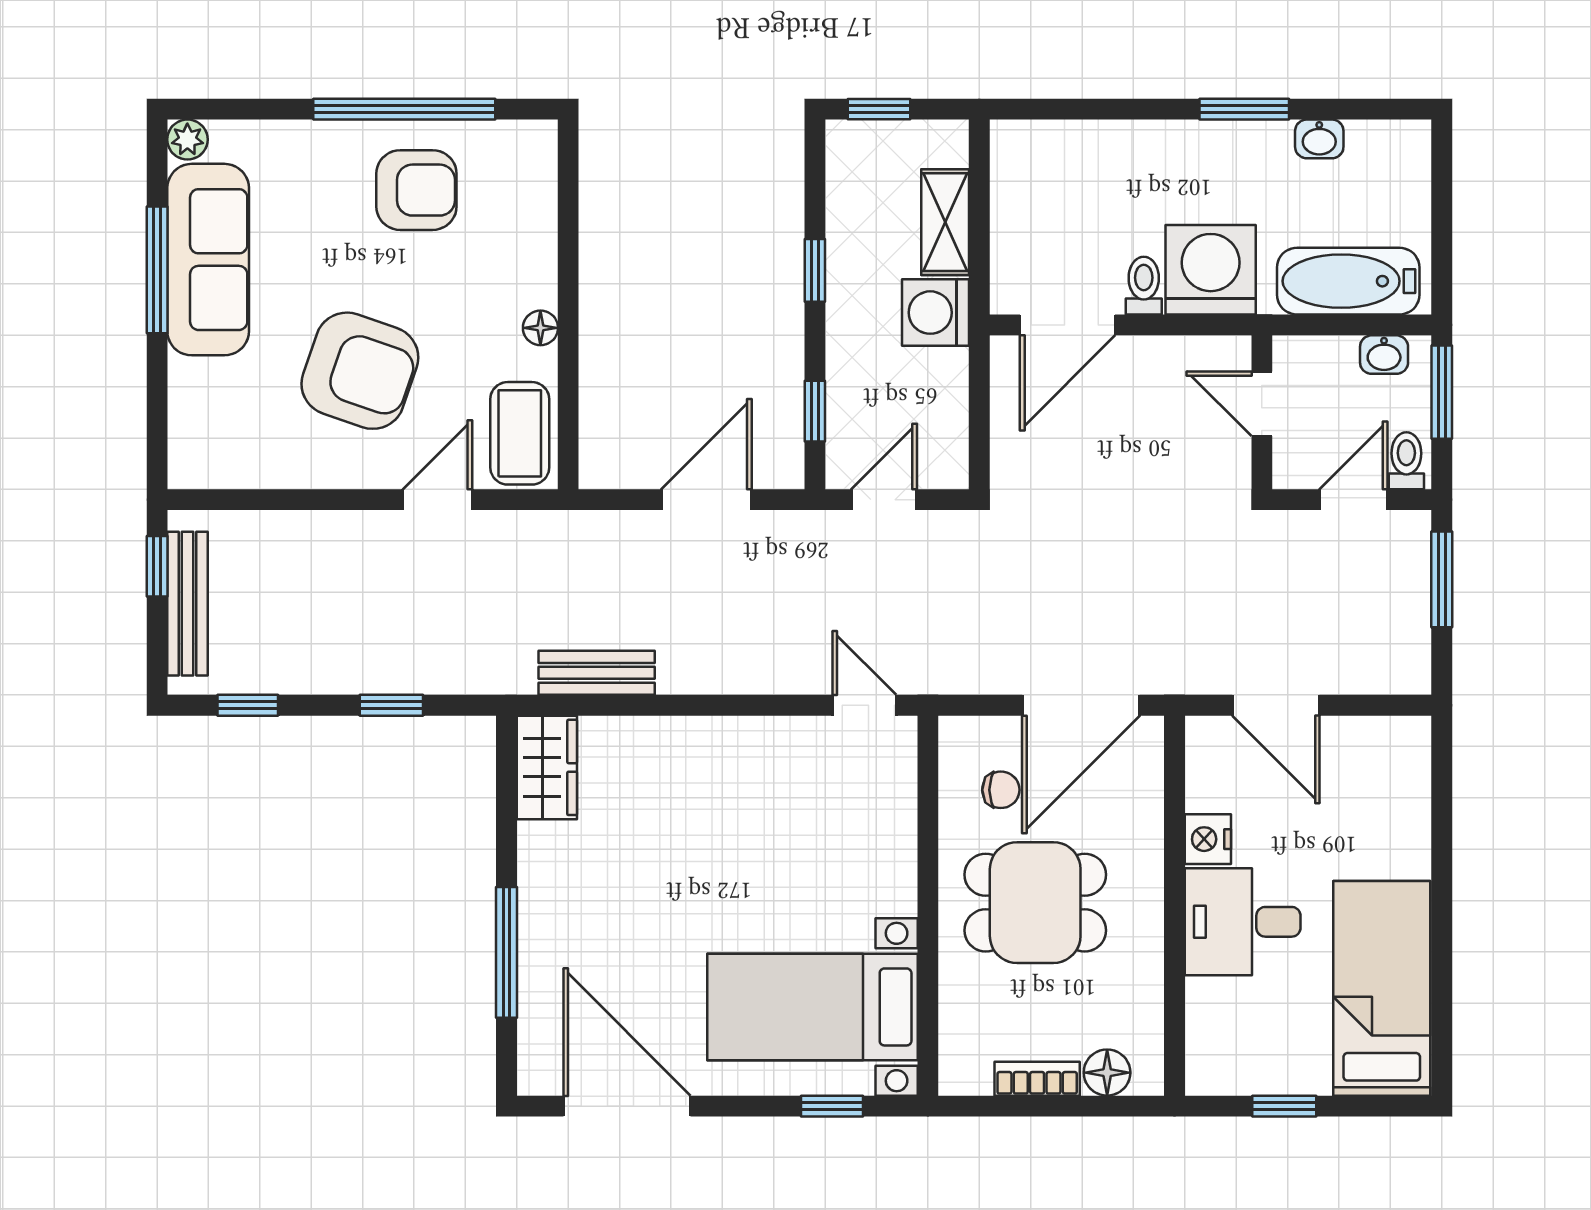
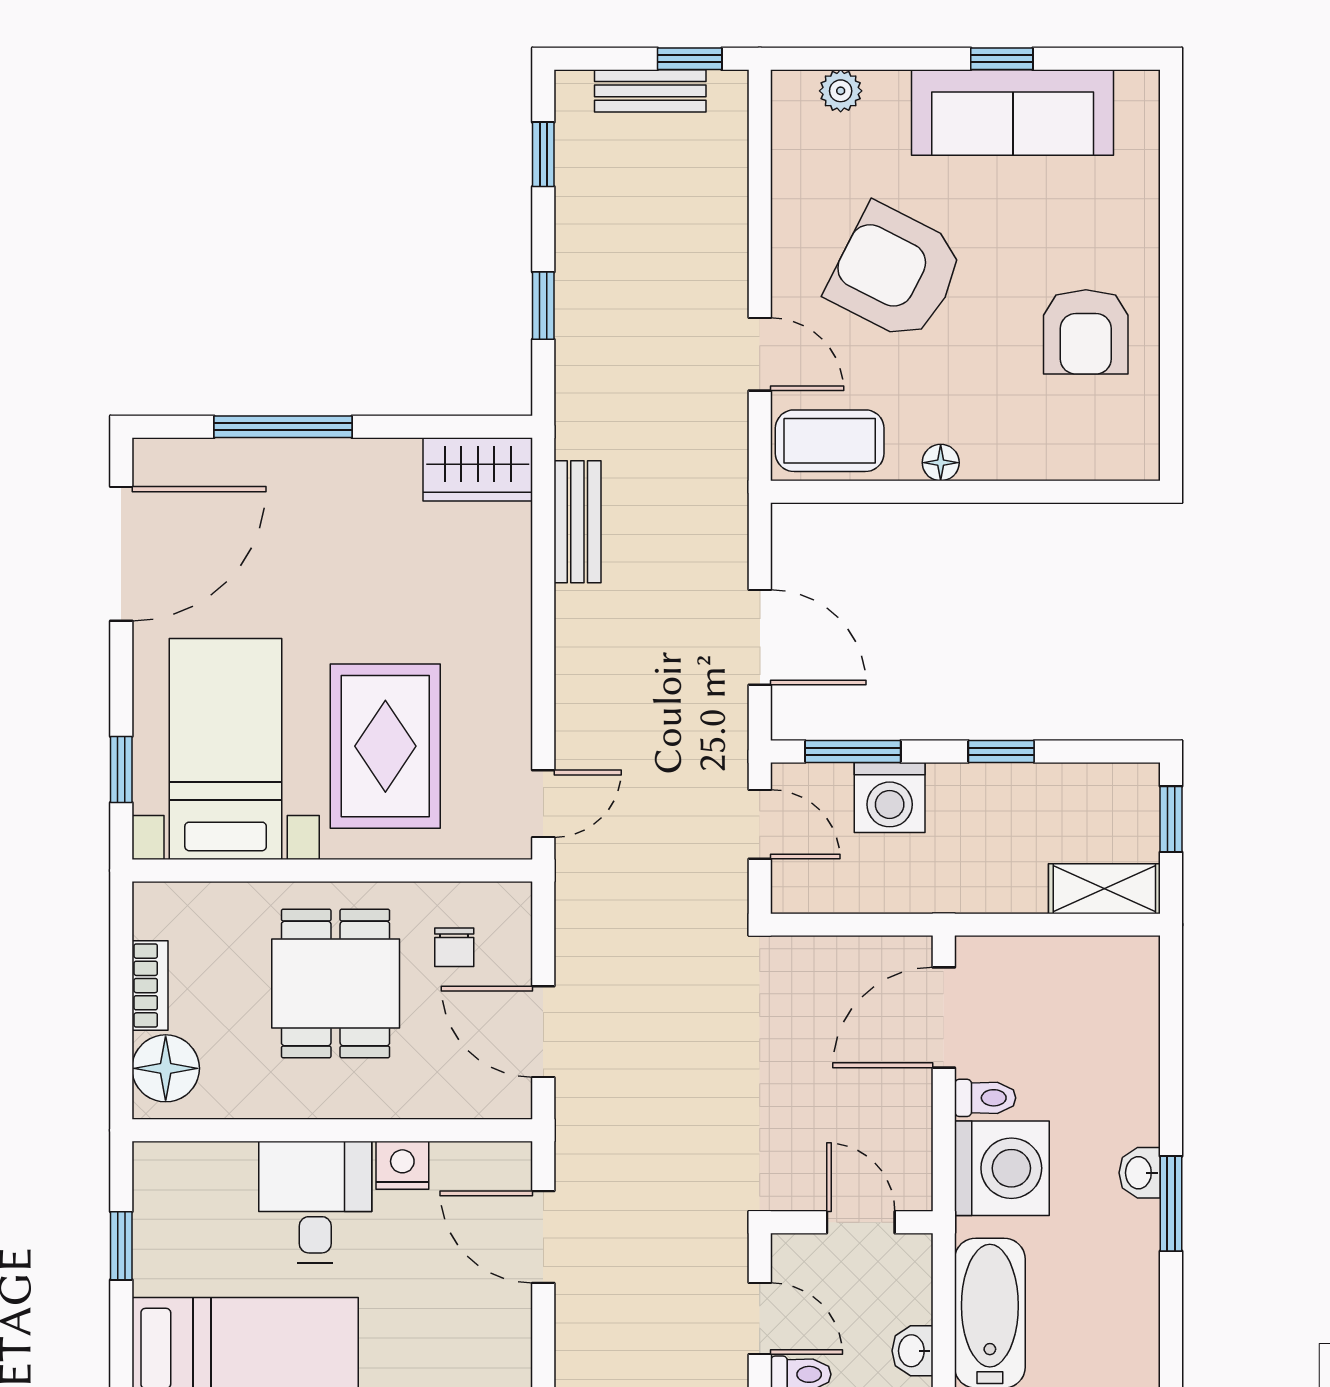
window: (404, 109) -> (1171, 319), removed
washbasin: (1319, 139) -> (1140, 1173), moved
plant: (187, 140) -> (841, 91), moved
shelving: (945, 222) -> (1104, 889), moved
window: (157, 270) -> (1002, 59), width x0.46
washing machine: (936, 313) -> (890, 797), moved, turned 180
door: (1068, 325) -> (944, 1018), hinge flipped
armchair: (360, 371) -> (896, 272), turned 98
door: (1262, 404) -> (861, 1222), hinge flipped
window: (815, 411) -> (853, 751), width x1.50
bench: (187, 604) -> (650, 91), width x0.73
door: (1081, 705) -> (543, 1032), width x0.73
door: (1276, 705) -> (543, 1237), hinge flipped
rug: (810, 855) -> (385, 746), added
floor lamp: (1107, 1073) -> (166, 1068), width x1.38, depth x1.38

